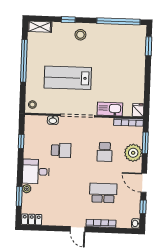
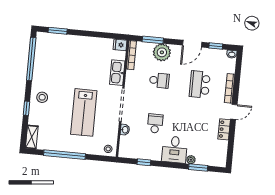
locker: (32, 219) -> (224, 129), moved

